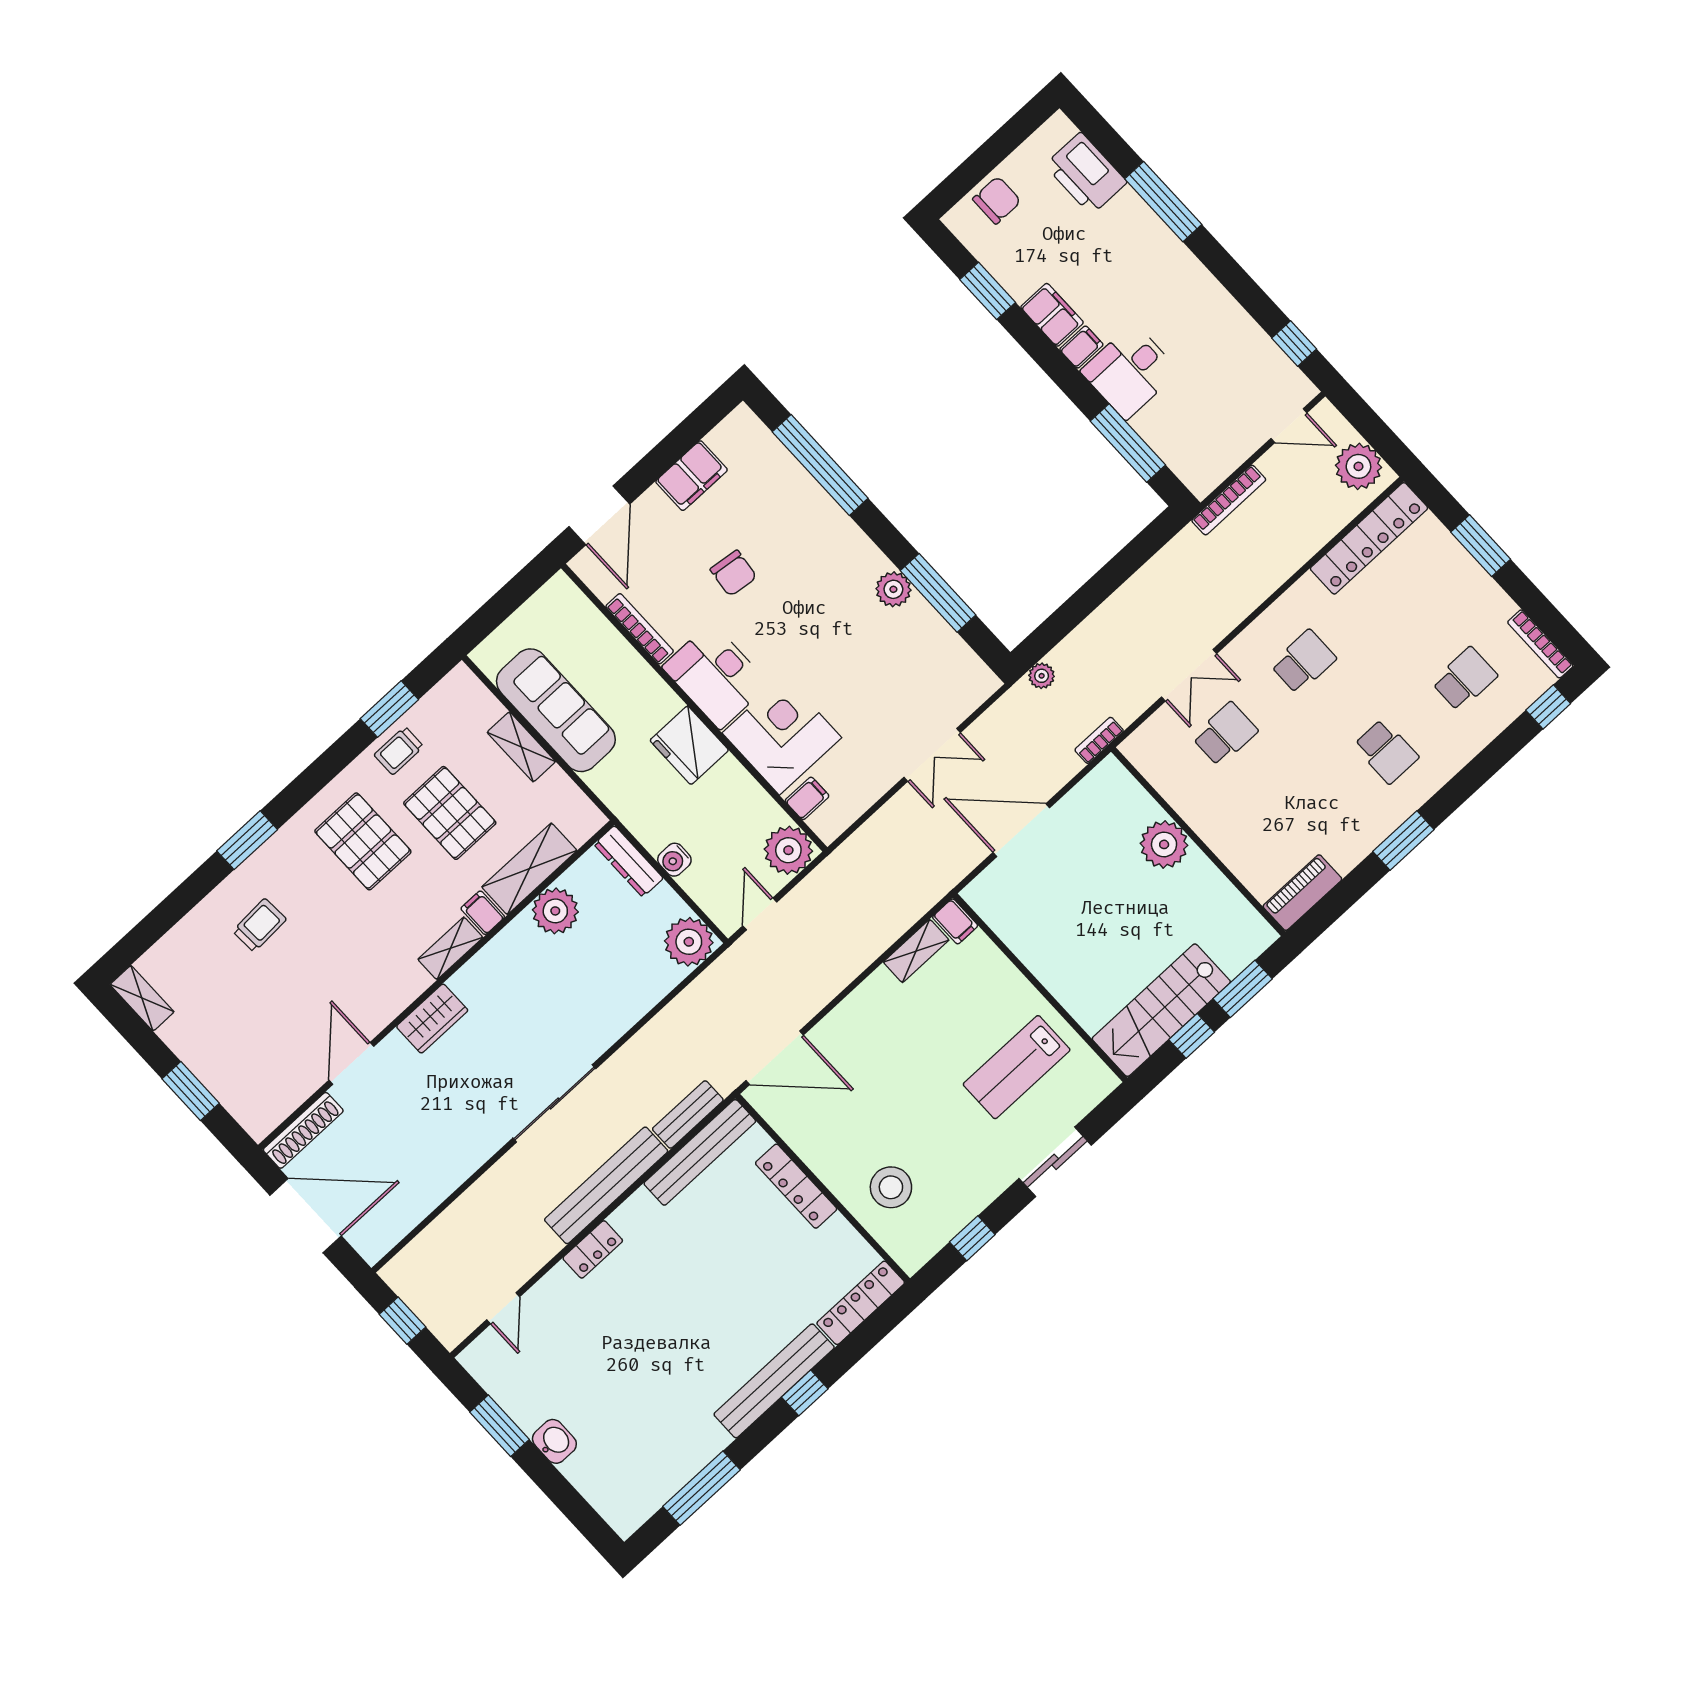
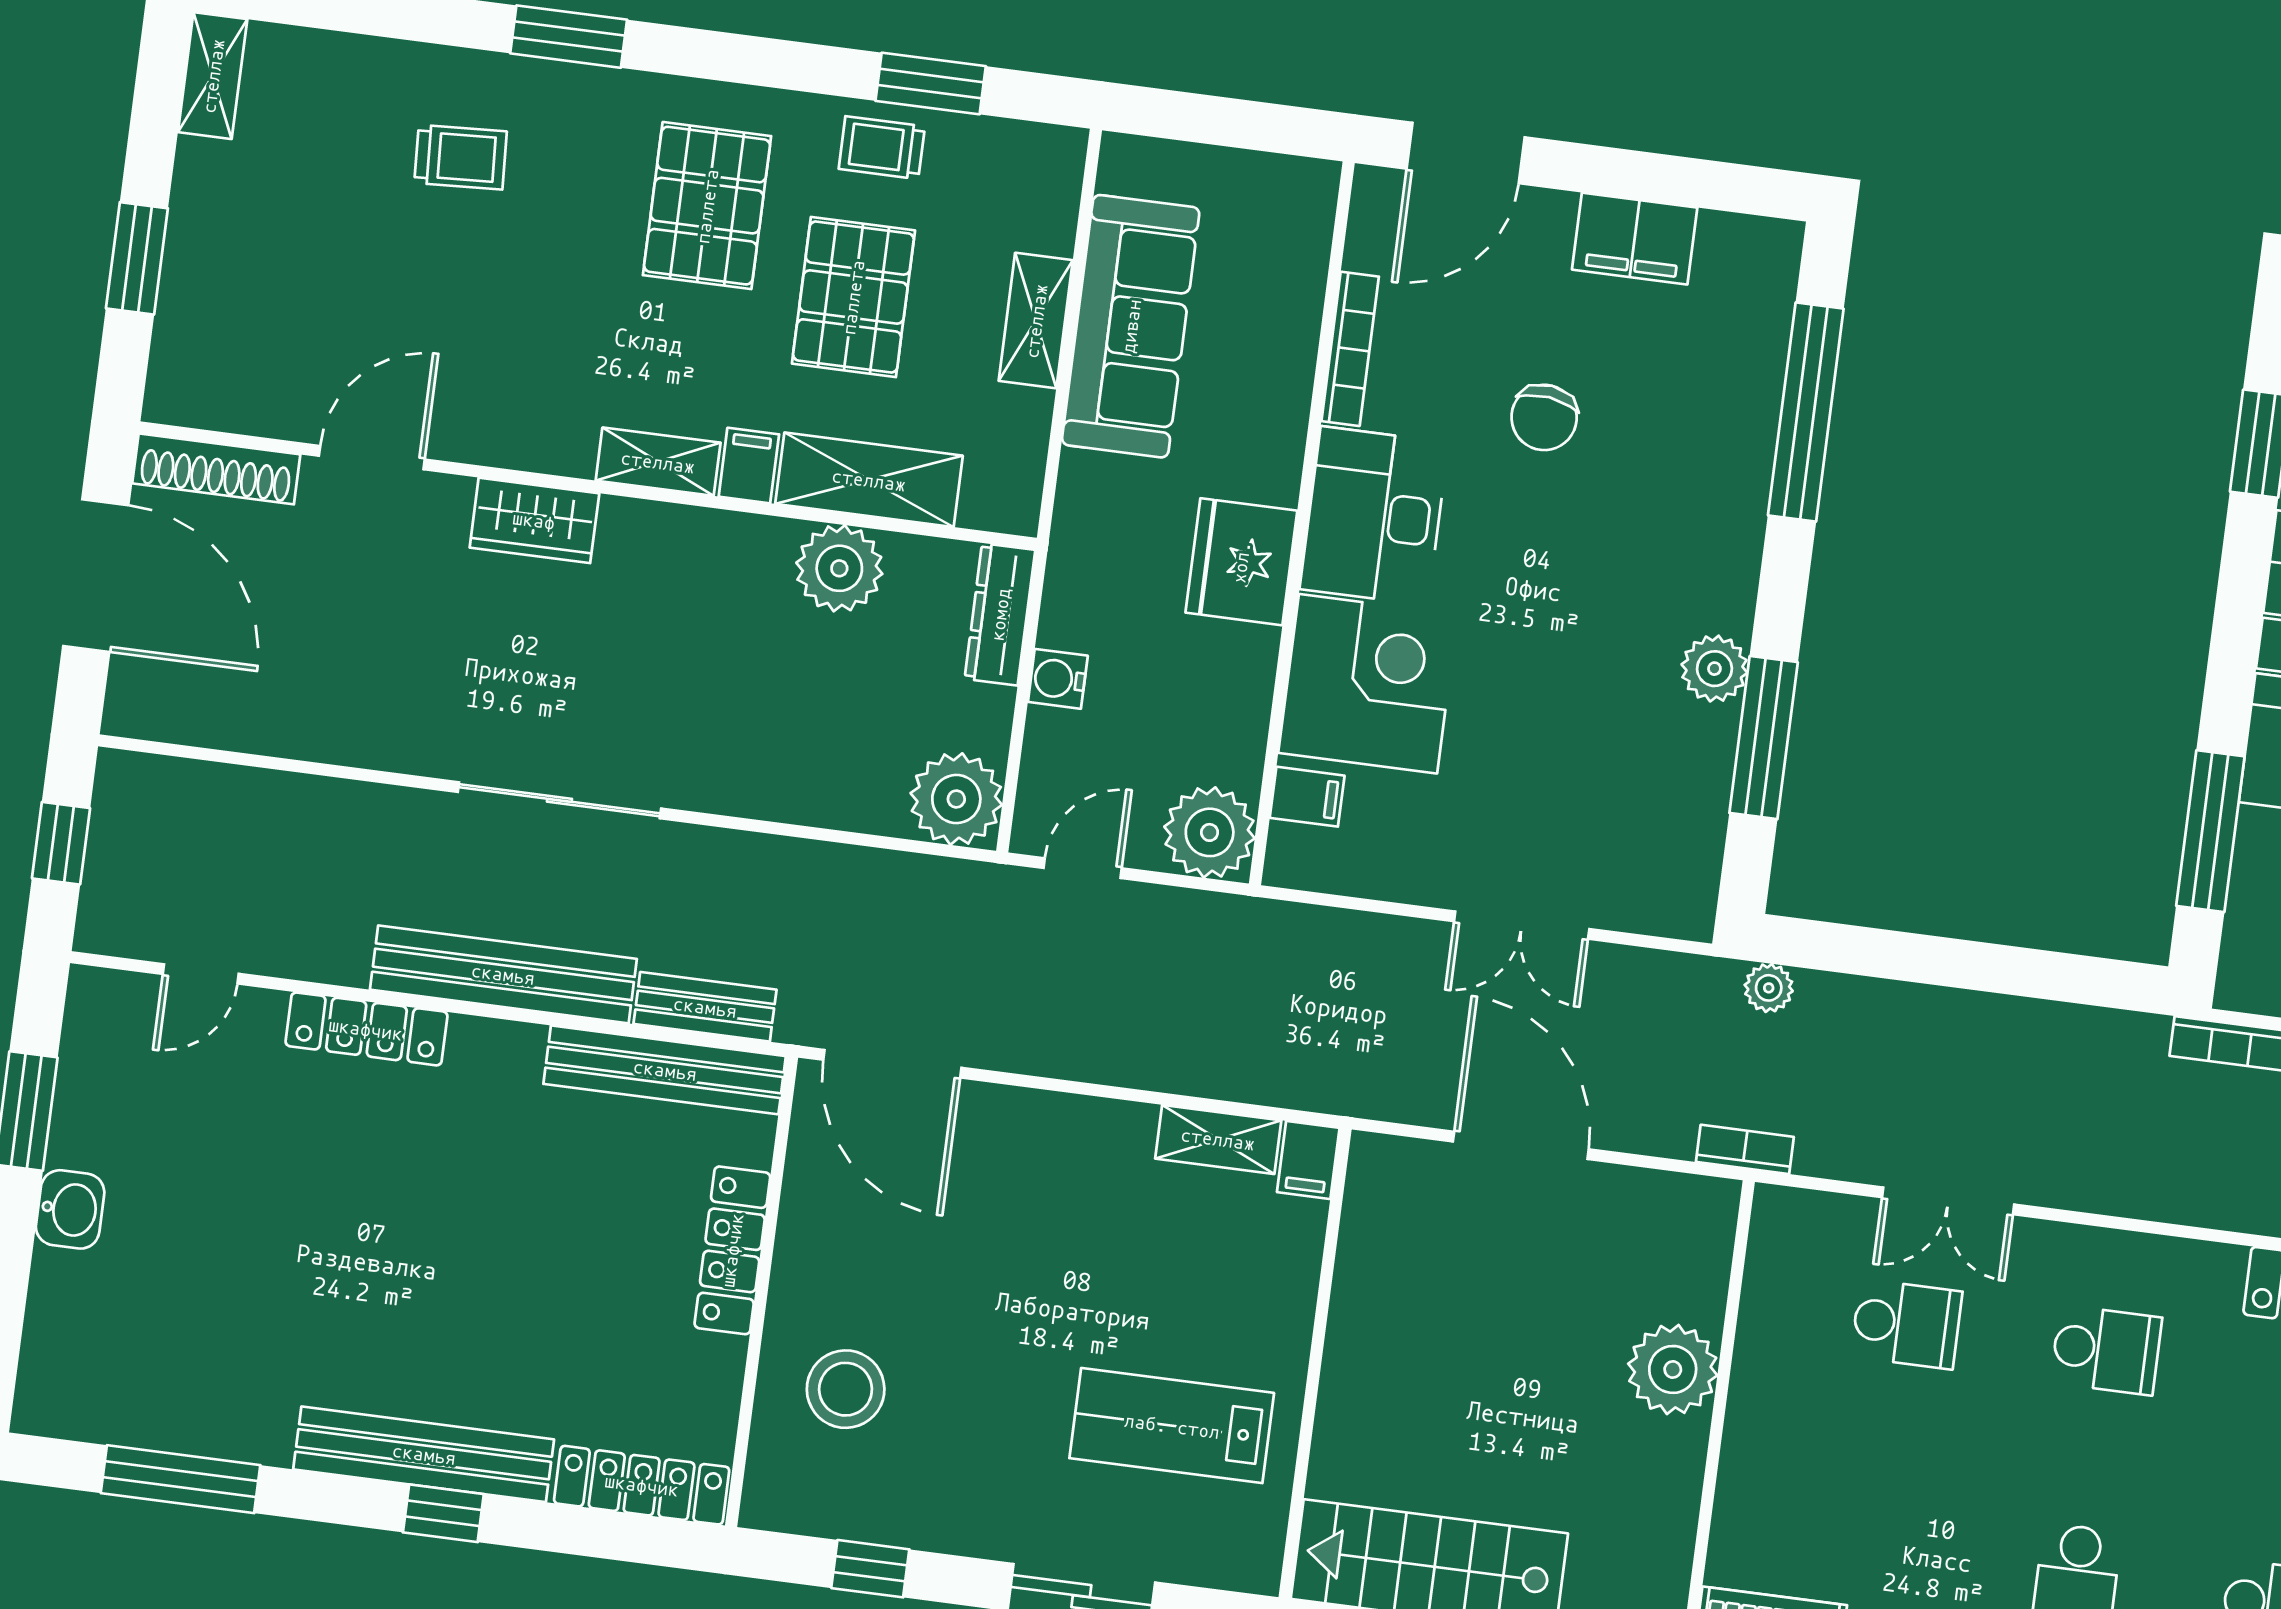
locker: (593, 1249) -> (366, 1029), width x1.53

